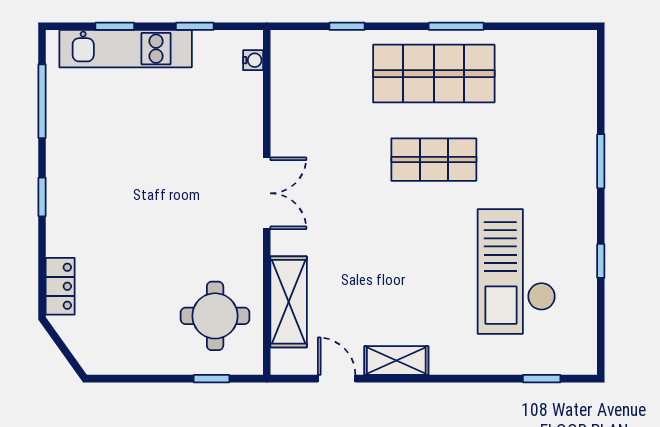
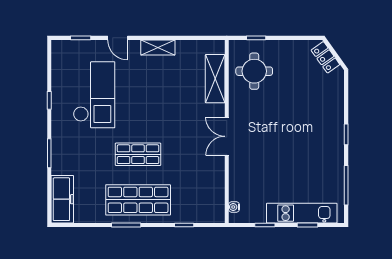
freezer: (576, 75) -> (62, 199), added
locker: (60, 286) -> (325, 57), moved, turned -35
door: (337, 379) -> (118, 38), moved

